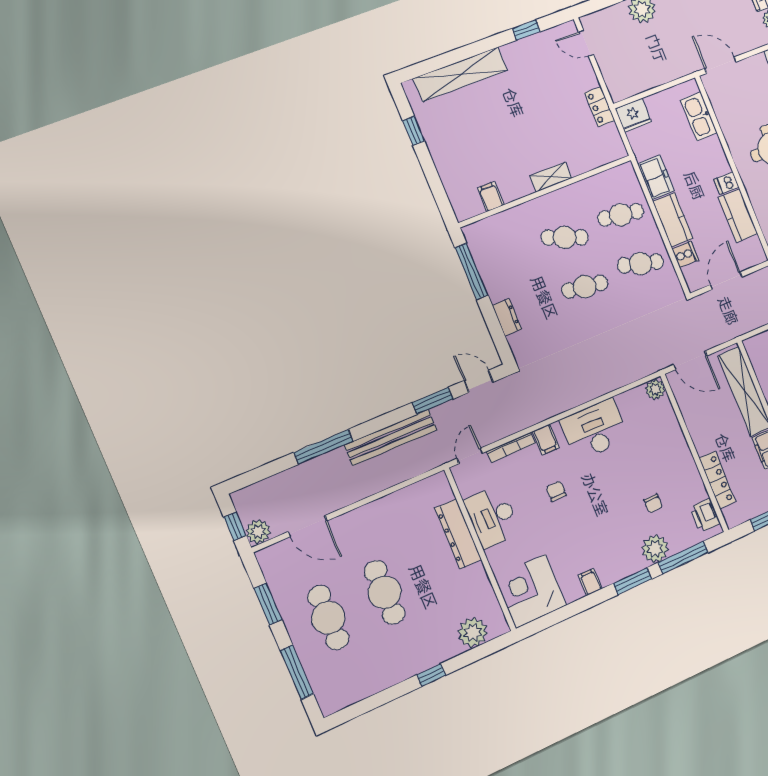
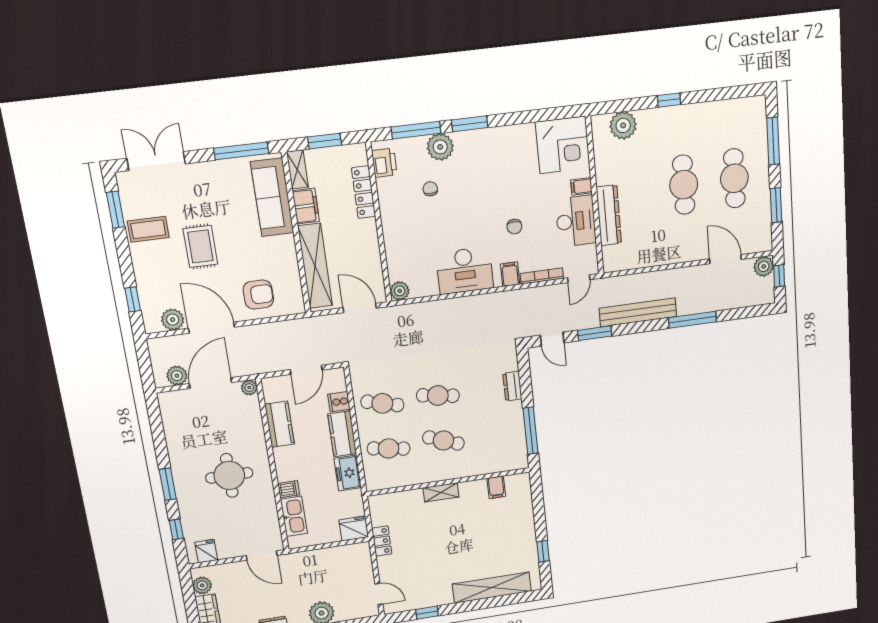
dishwasher: (726, 183) -> (289, 489), moved
filing cabinet: (590, 582) -> (581, 186), moved, turned 90

